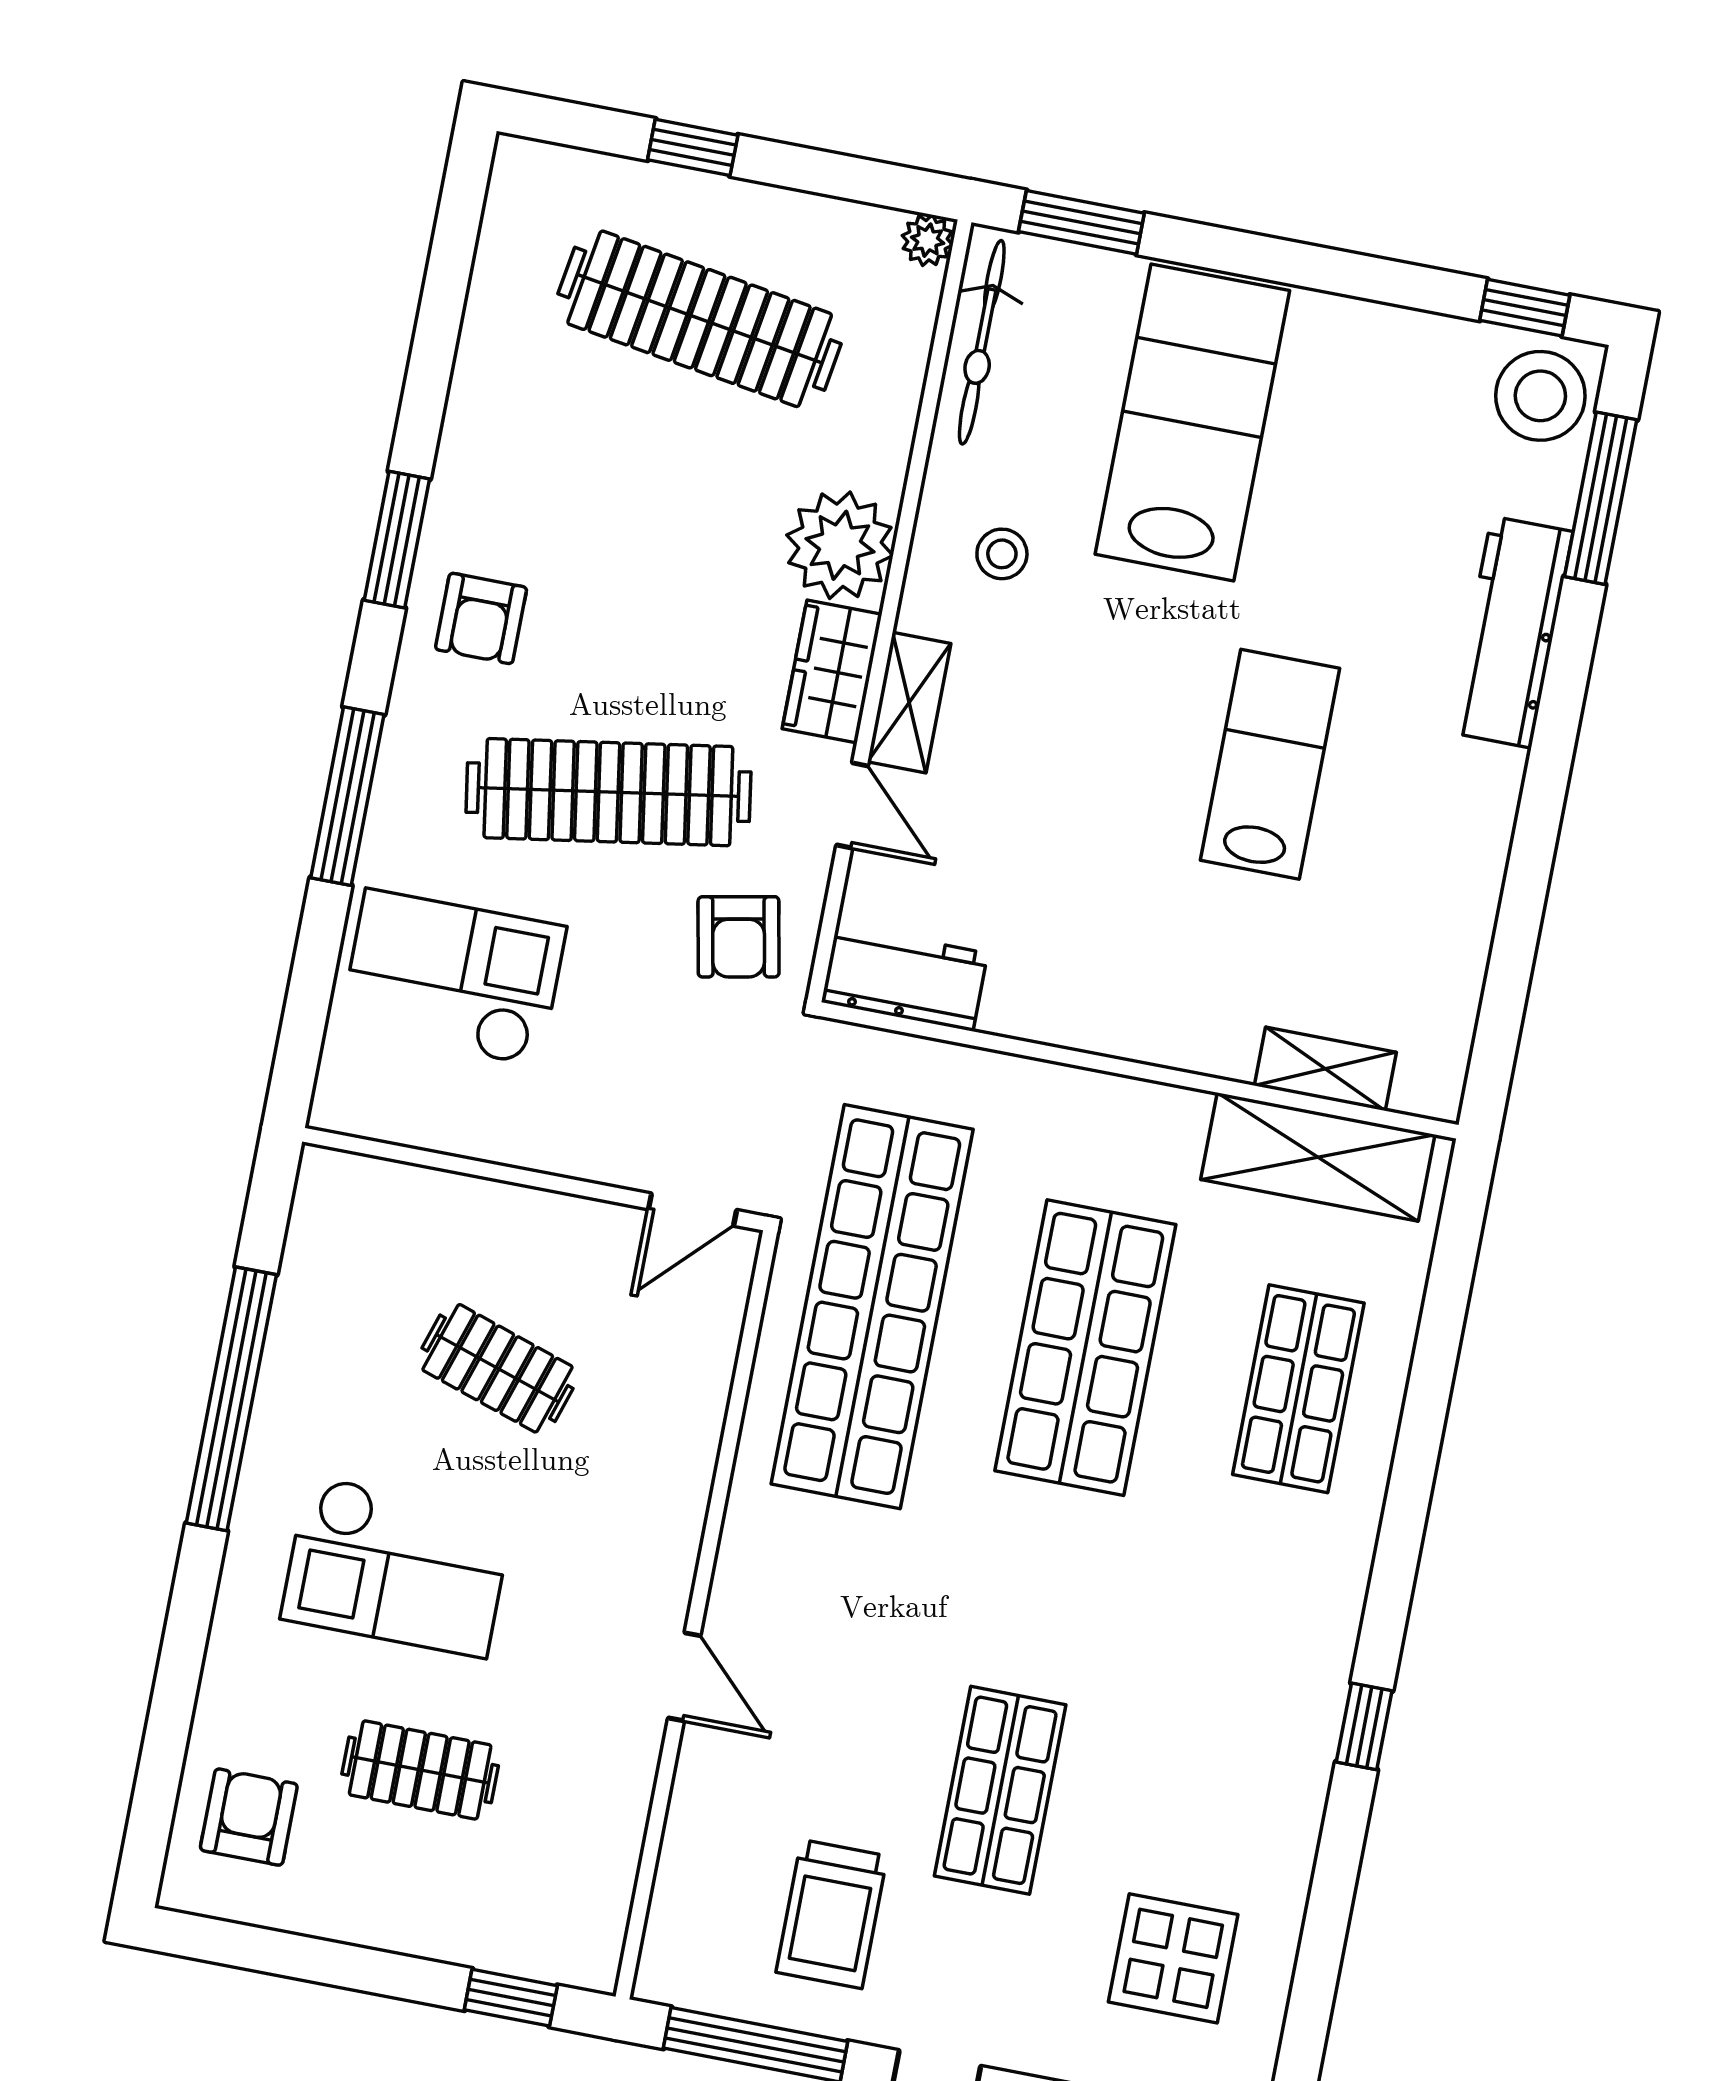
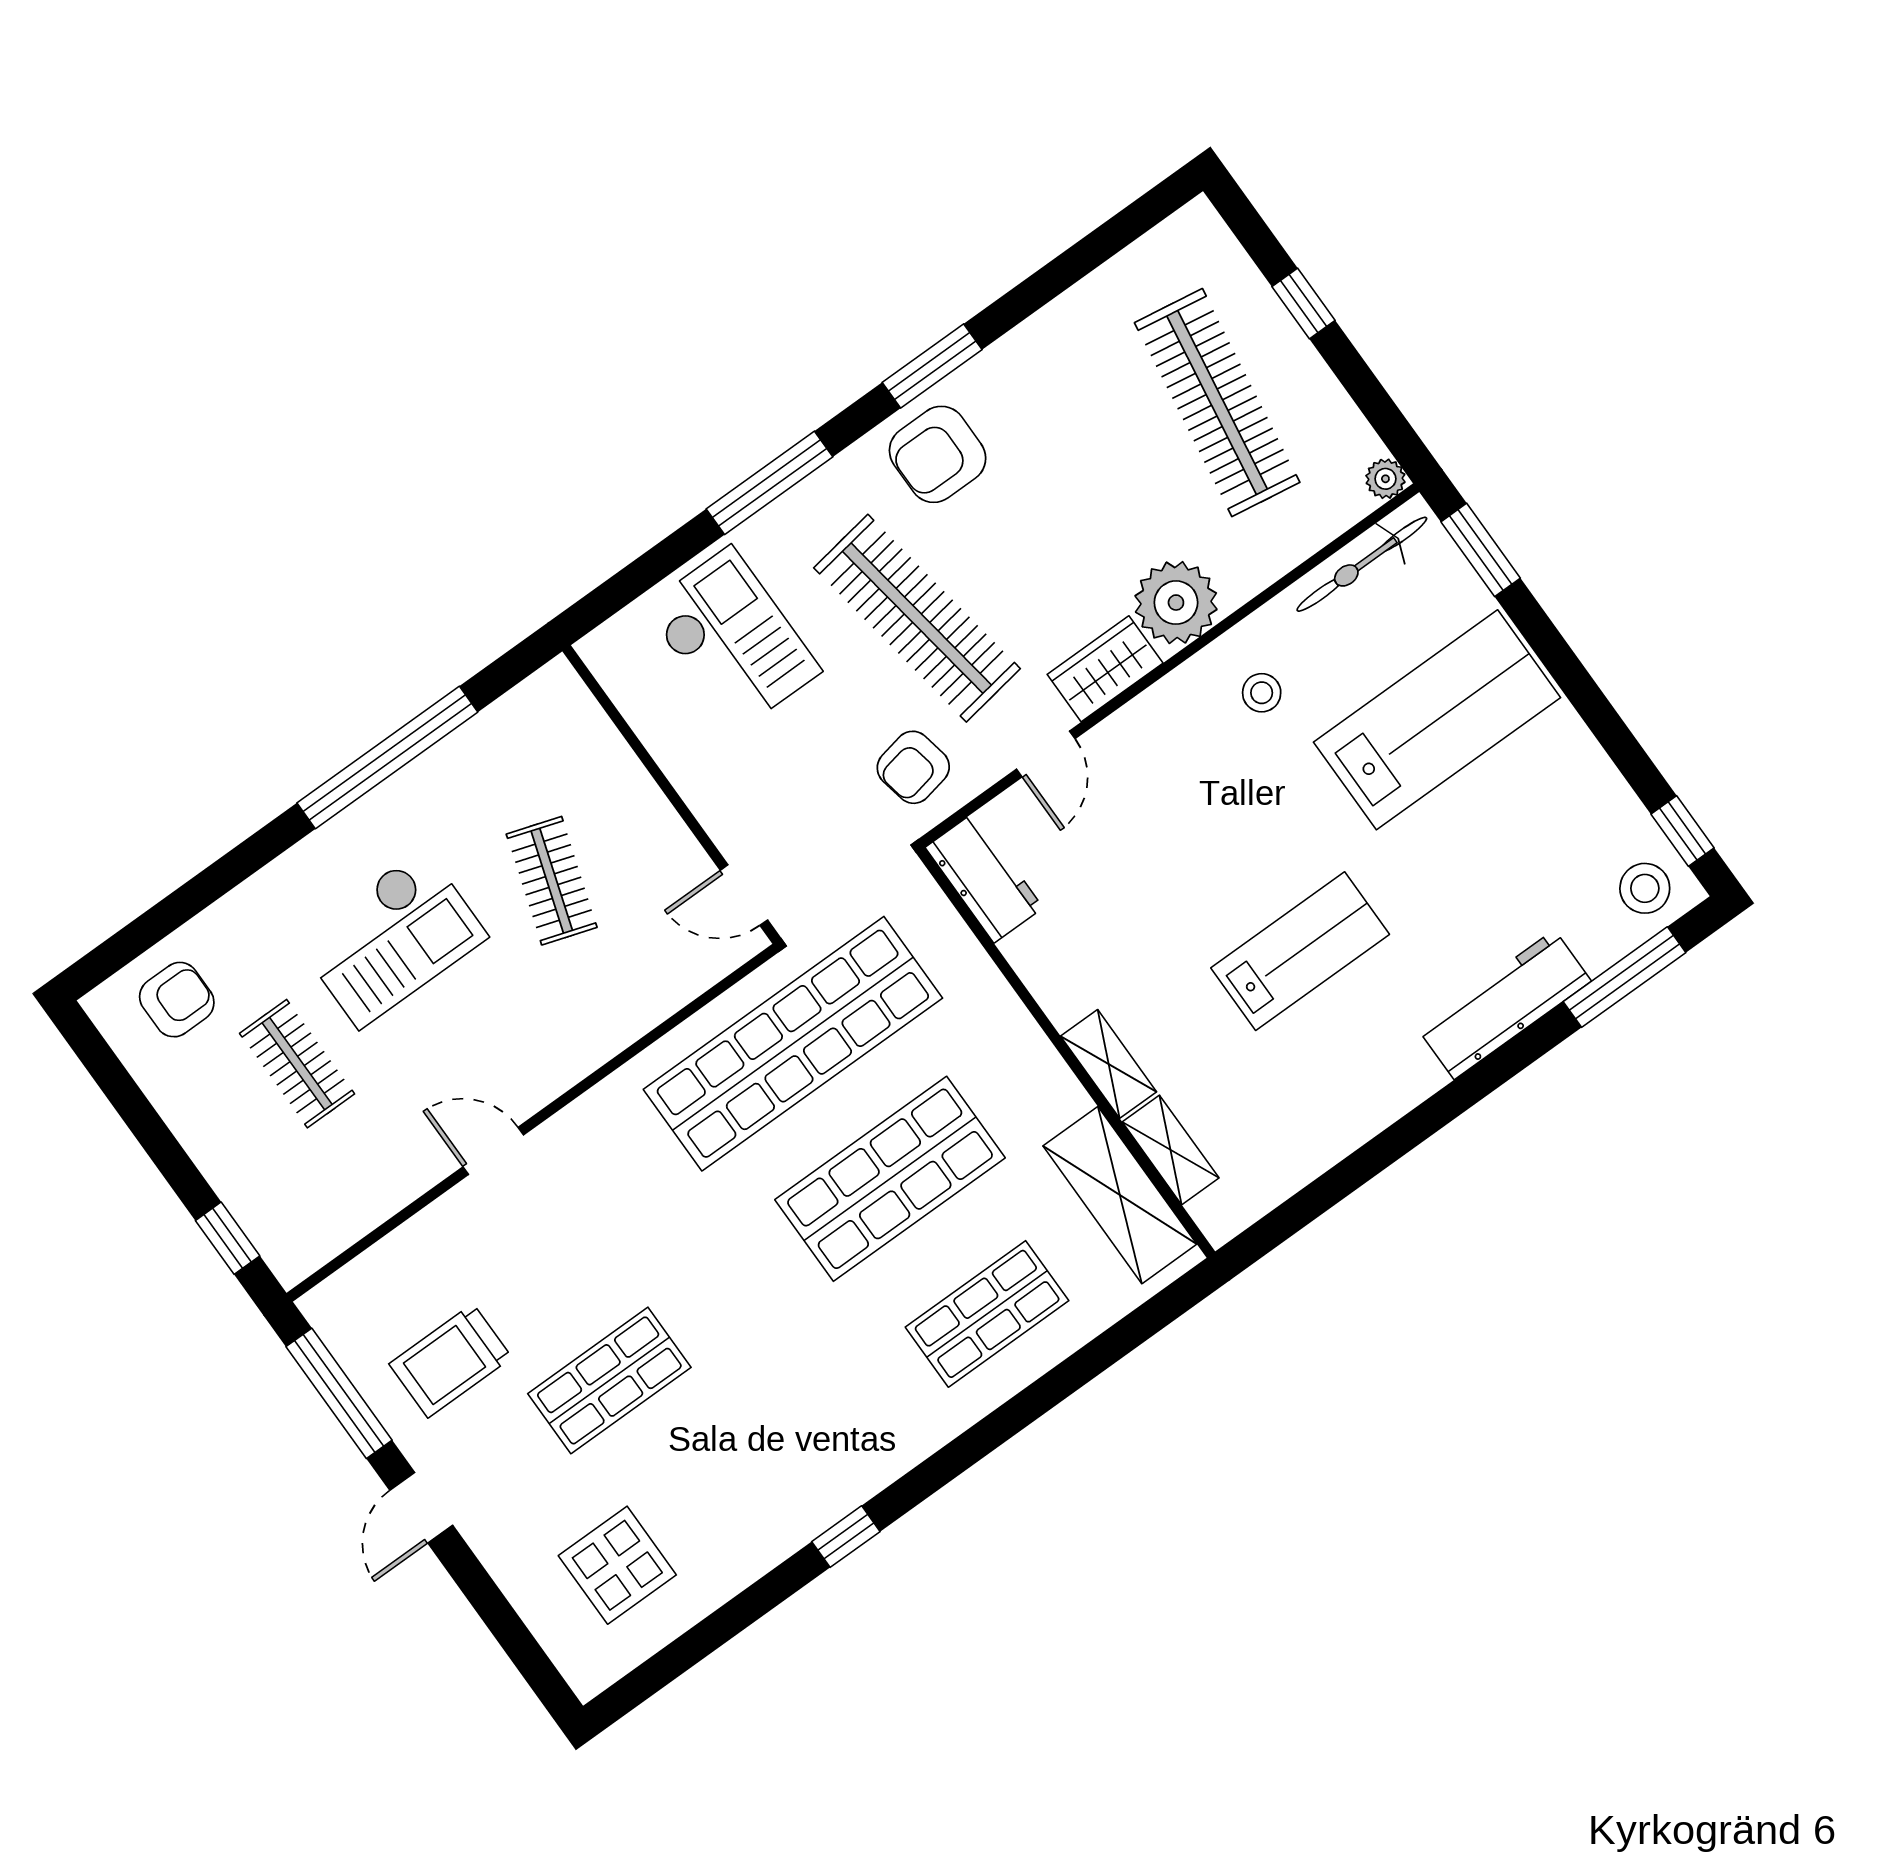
stool: (1540, 396) -> (1645, 888), width x0.73, depth x0.73
armchair: (481, 618) -> (938, 454), width x1.38, depth x1.38
shelving: (909, 703) -> (1109, 1064), moved, turned 90
checkout: (397, 1567) -> (391, 938), turned -90
door: (684, 1677) -> (493, 1151), swing flipped

